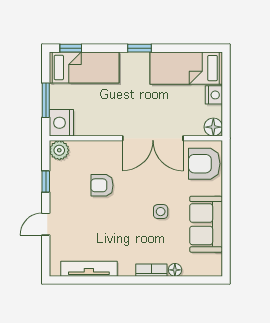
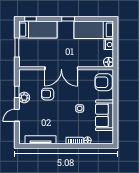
nightstand: (61, 123) -> (25, 60), removed
double door: (153, 138) -> (61, 68), moved
plant: (59, 150) -> (24, 97), moved

